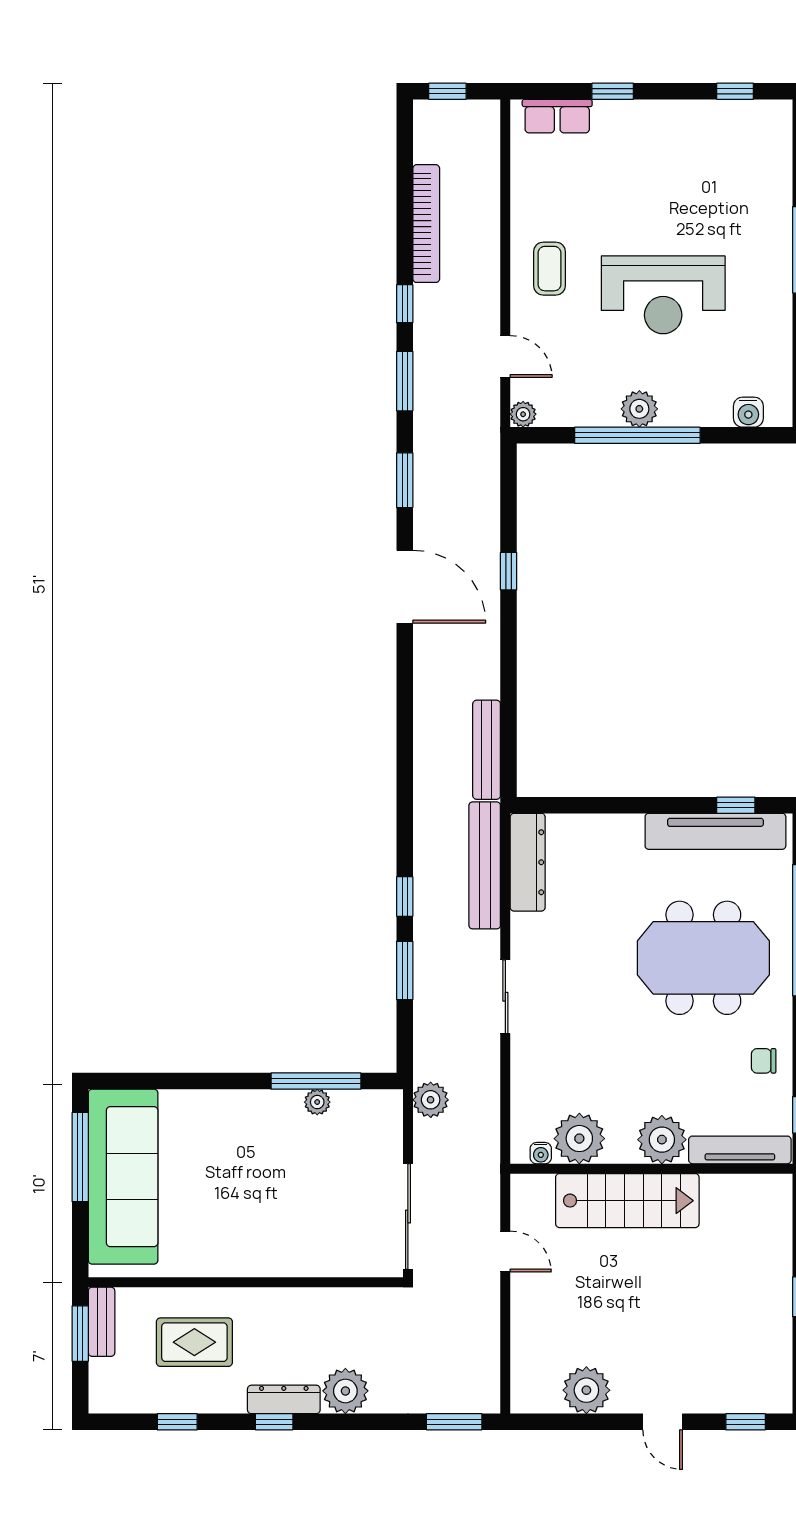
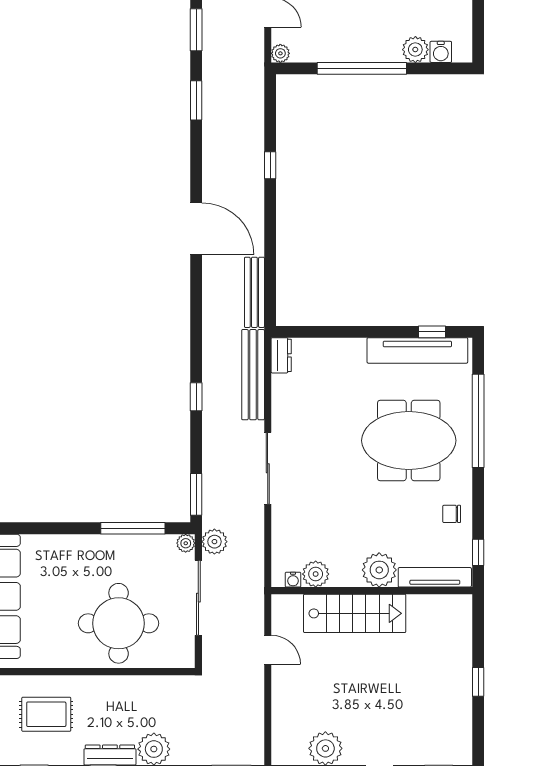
plant: (639, 409) -> (415, 50), moved
door: (405, 587) -> (196, 229), moved
dresser: (528, 862) -> (281, 355), width x0.51, depth x0.80
window: (405, 971) -> (196, 494), moved
sliding door: (505, 997) -> (268, 468), width x1.37
plant: (317, 1102) -> (186, 543), moved
plant: (579, 1139) -> (316, 574), width x0.73, depth x0.73
round table: (296, 1214) -> (119, 623), added
sliding door: (408, 1217) -> (198, 598), moved

